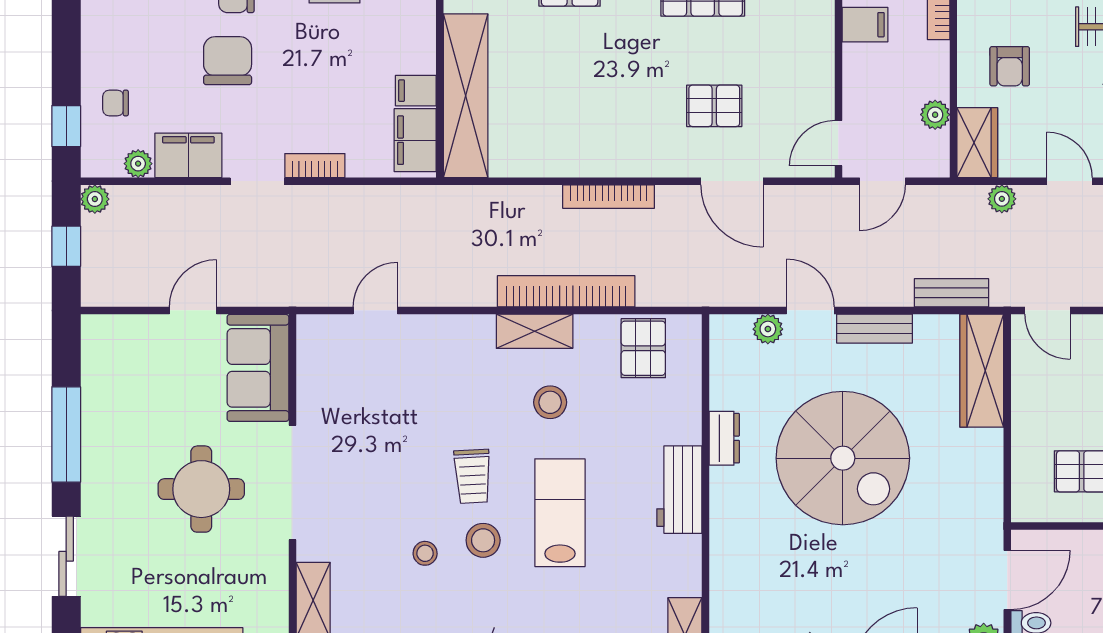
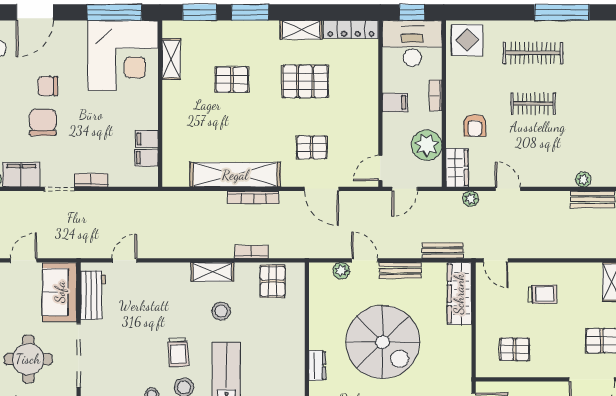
shelving: (466, 96) -> (235, 175), moved, turned 90
plant: (935, 115) -> (427, 145), width x1.88, depth x1.88
filing cabinet: (415, 140) -> (146, 158), width x0.50
bookcase: (566, 291) -> (251, 252), width x0.43, depth x0.76
dresser: (724, 438) -> (317, 366), moved
workbench: (679, 490) -> (93, 295), moved, turned 180

